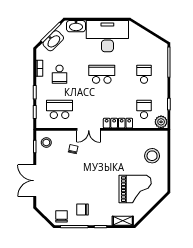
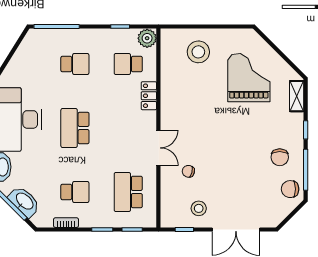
school desk: (144, 74) -> (75, 64), turned 180
locker: (118, 123) -> (149, 96), width x0.66
stool: (46, 142) -> (199, 208), moved

